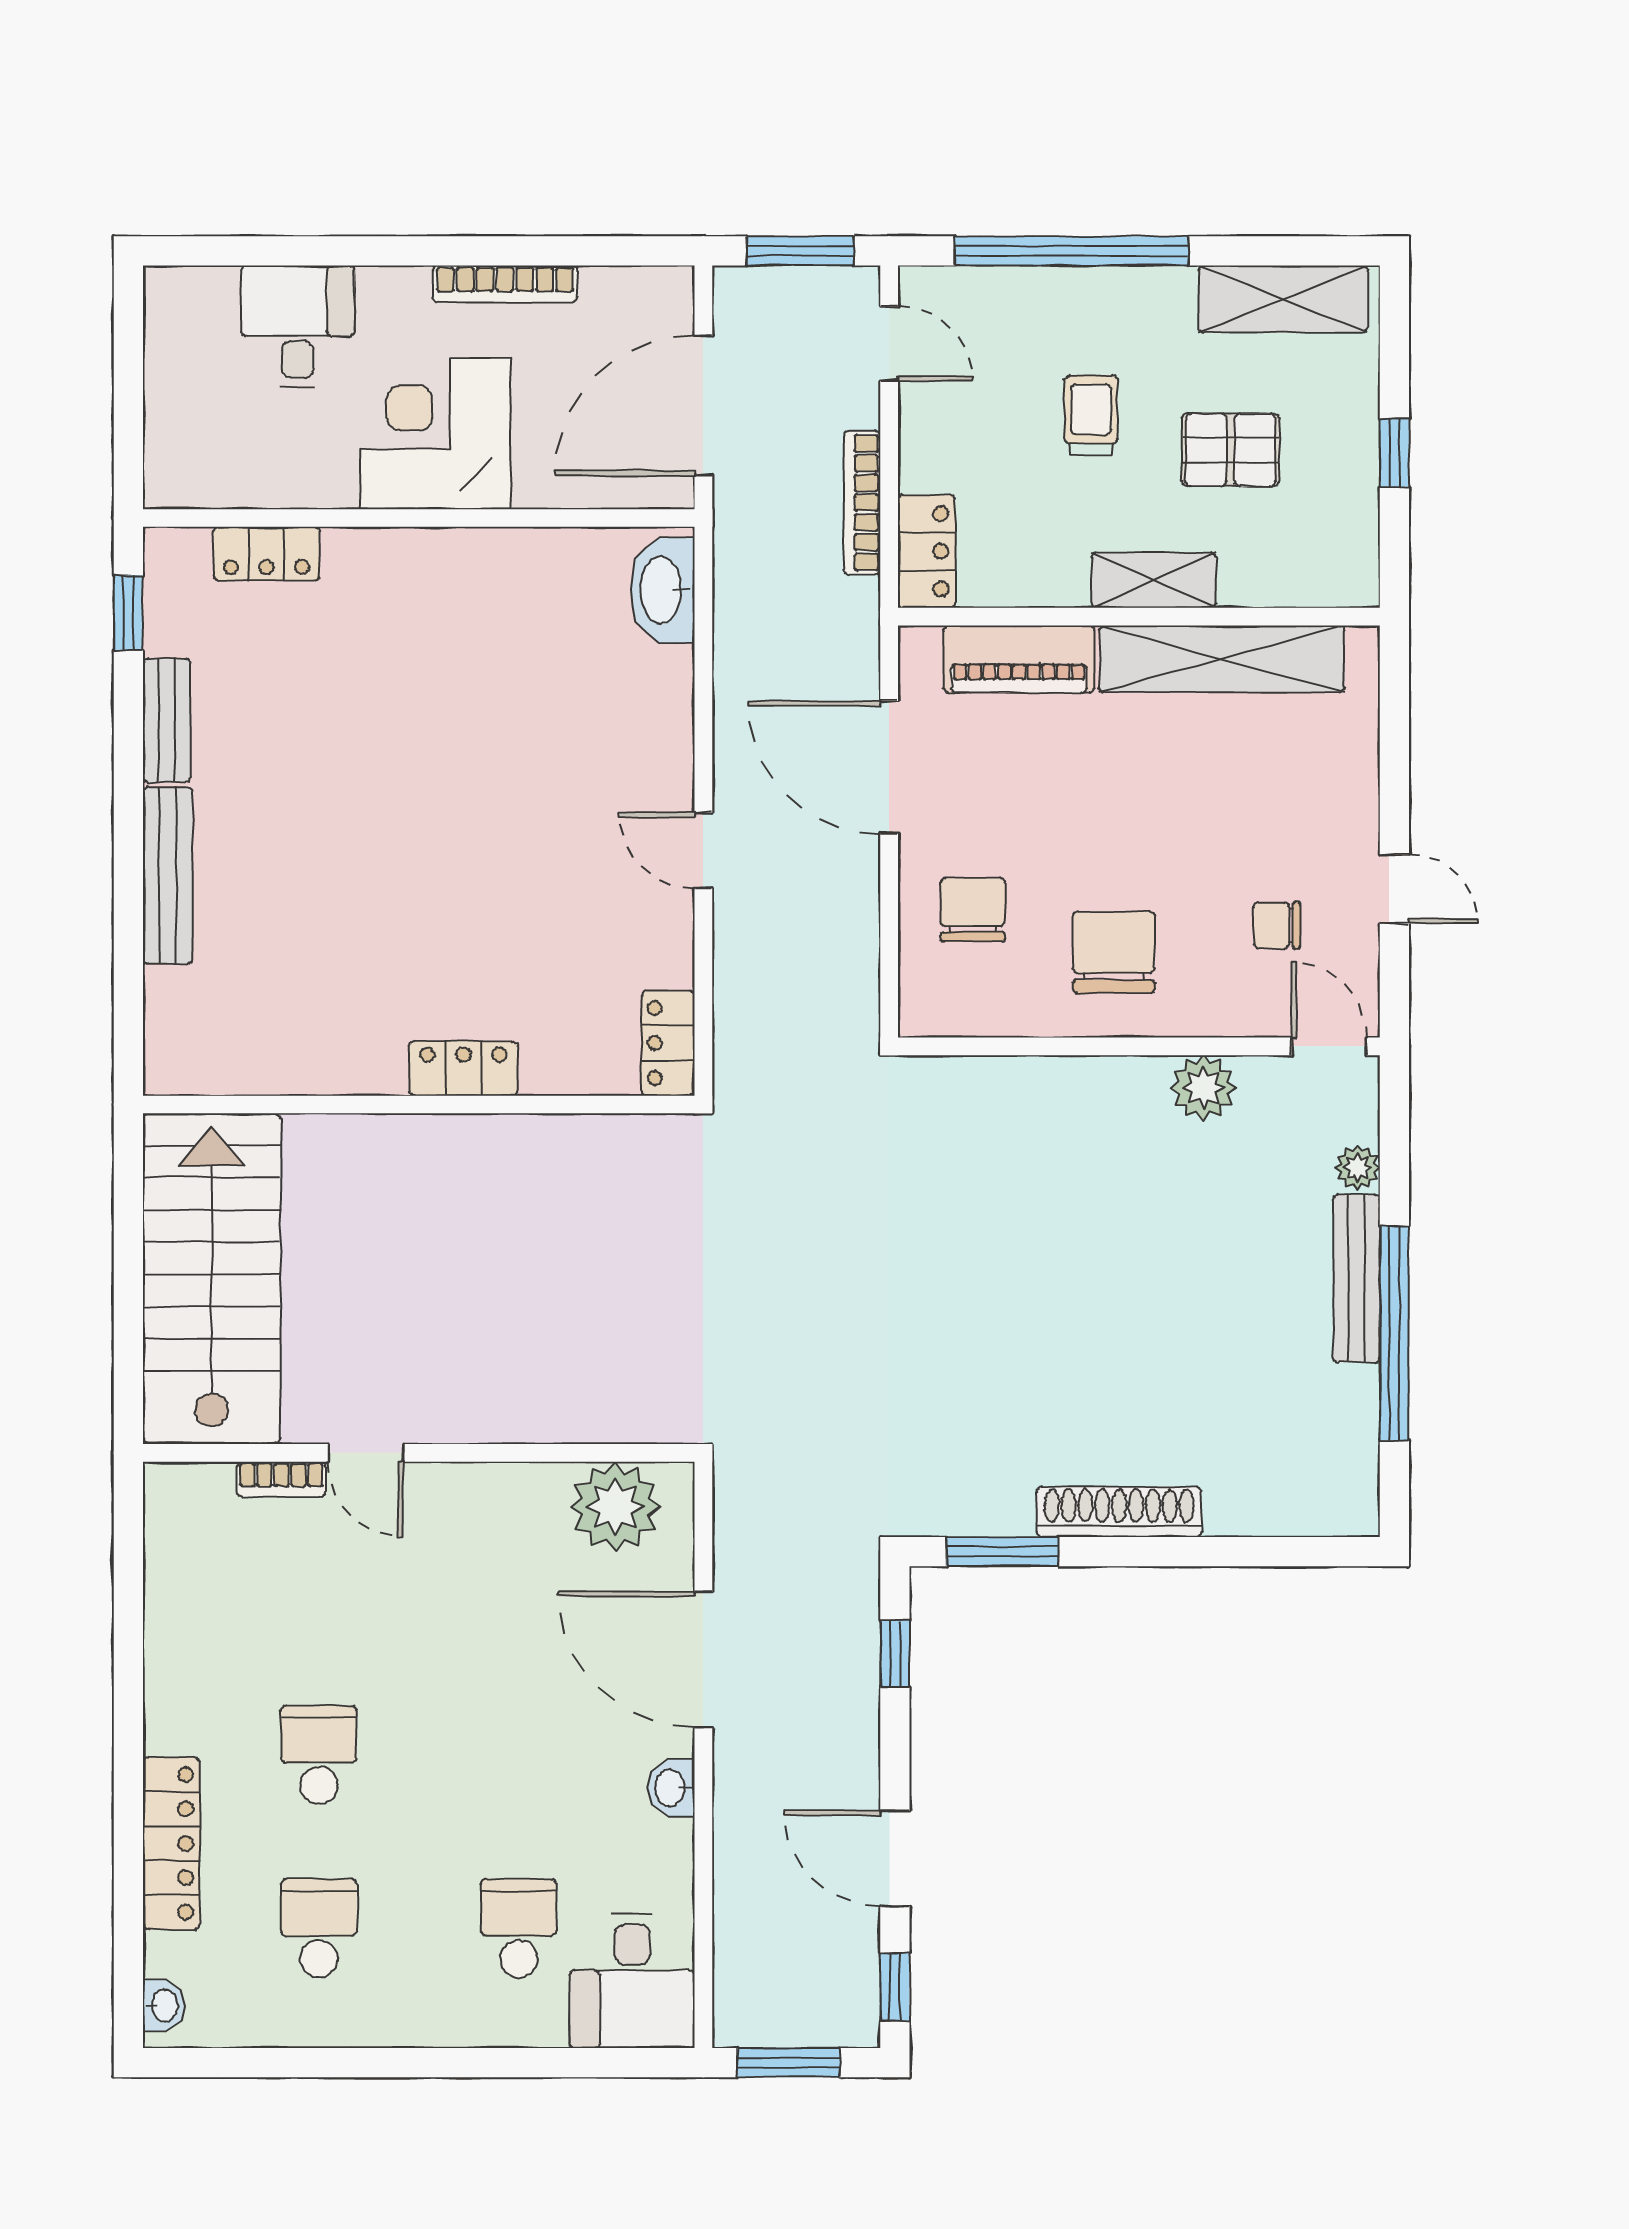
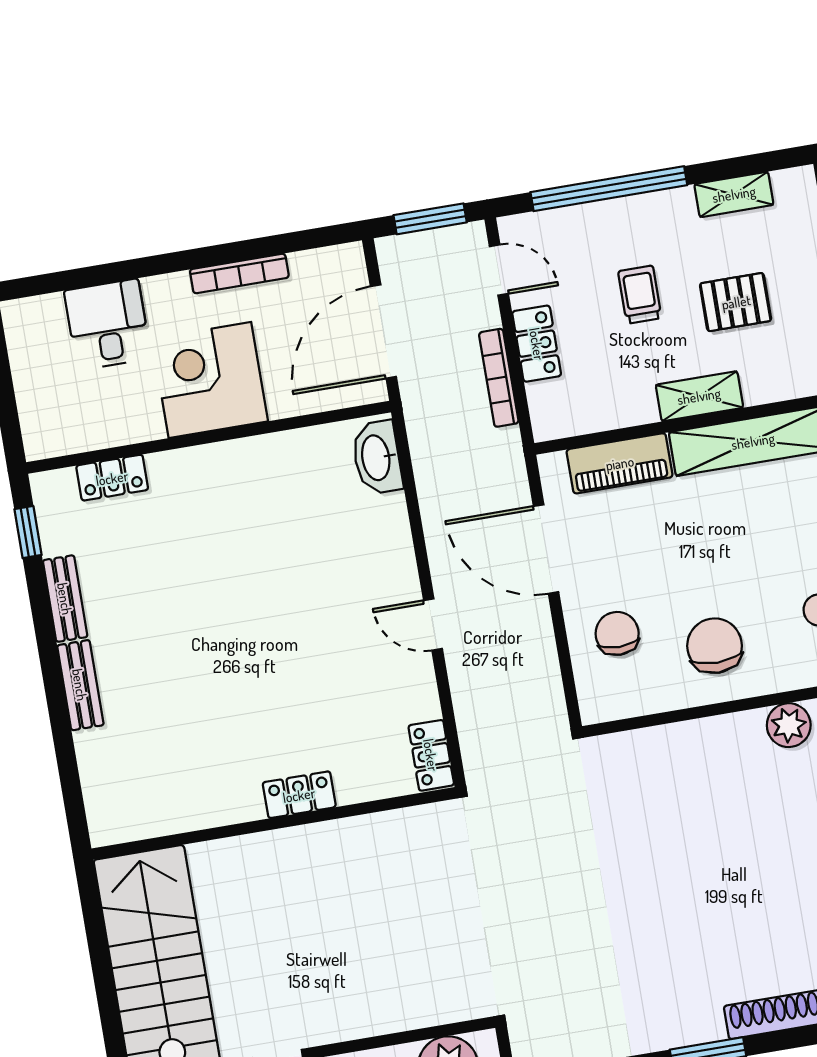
shelving: (1283, 299) -> (734, 194), width x0.67, depth x0.75
locker: (926, 551) -> (537, 344), moved
bench: (168, 876) -> (80, 685), width x0.73

